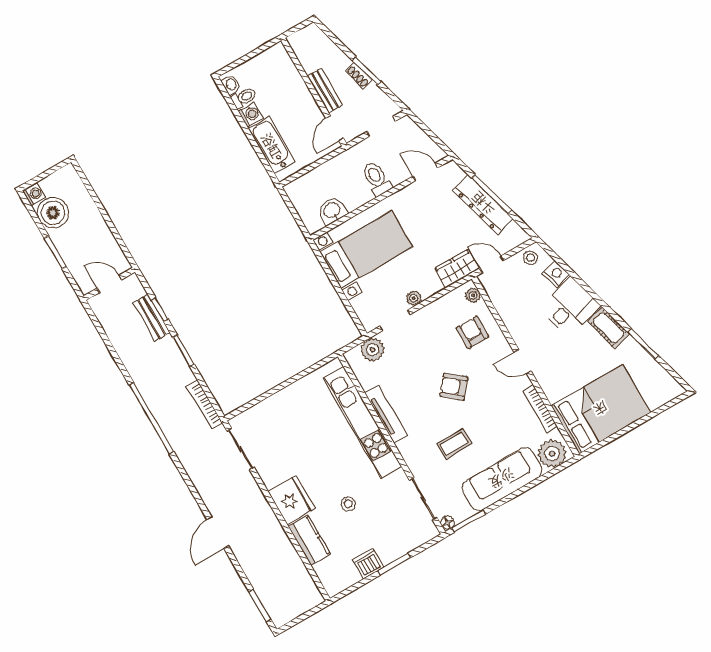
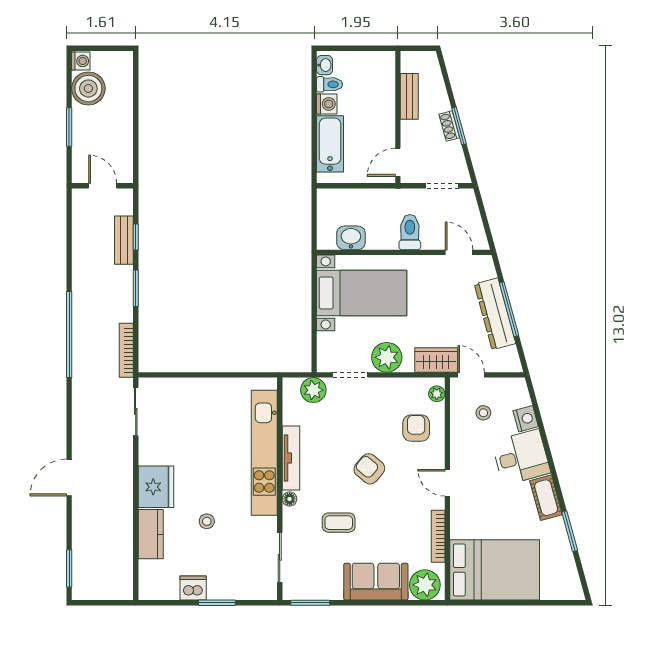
bench: (325, 90) -> (409, 96), moved
stool: (531, 258) -> (483, 413), moved
plant: (414, 298) -> (387, 357), width x1.87, depth x1.87
sofa: (502, 479) -> (376, 582), width x0.73
floor lamp: (448, 523) -> (290, 499), moved

